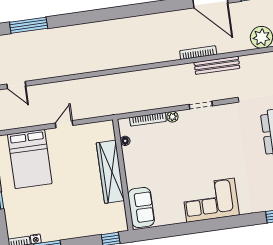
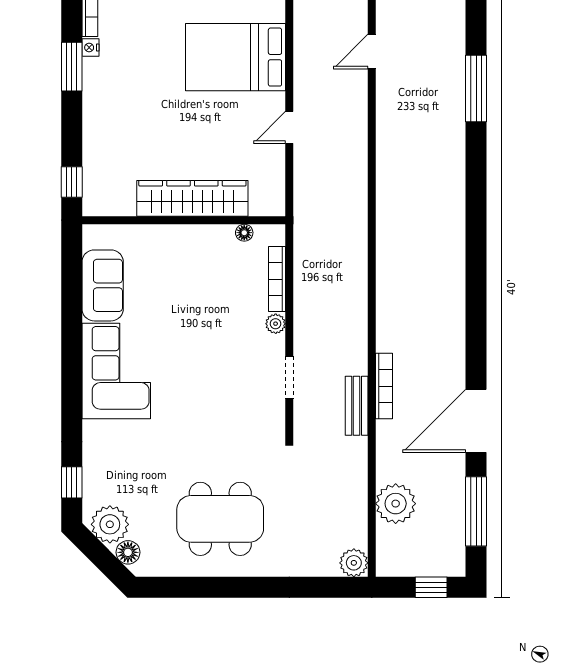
bench: (217, 65) -> (357, 406), width x0.73
door: (64, 124) -> (289, 127), swing flipped
sofa: (141, 208) -> (103, 285), moved, turned -90

